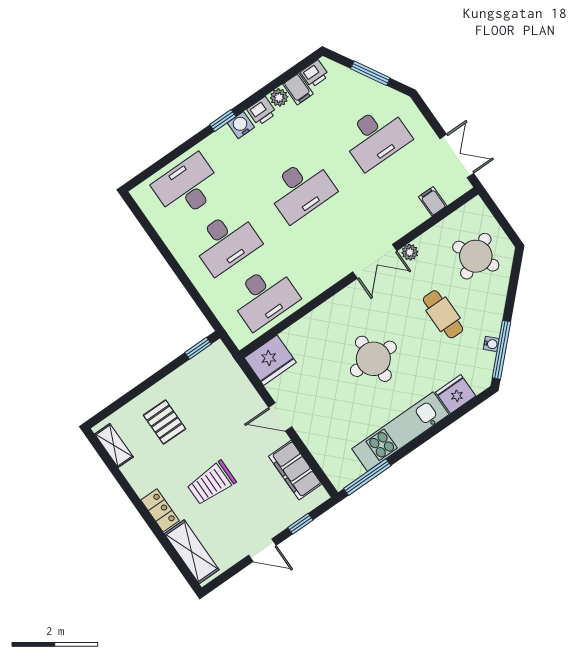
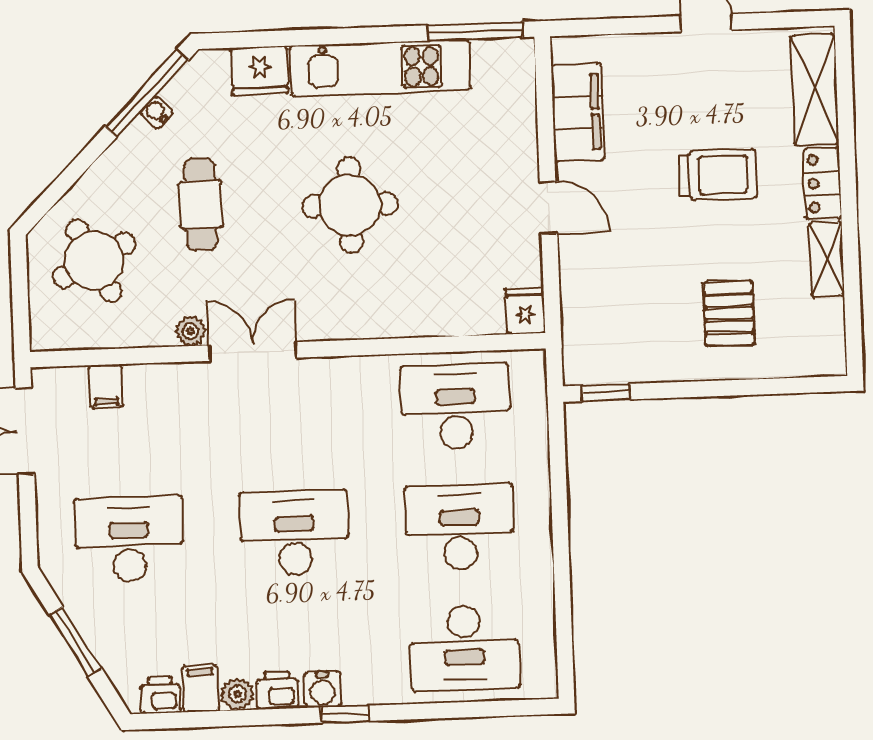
fridge: (270, 360) -> (525, 311), width x0.53, depth x0.75
shelving: (114, 446) -> (826, 259), moved
window: (300, 524) -> (622, 26), removed

